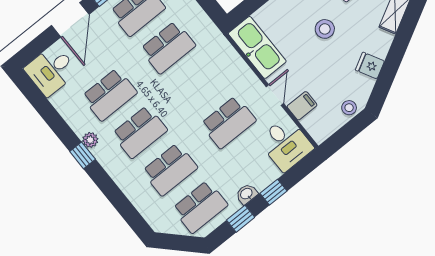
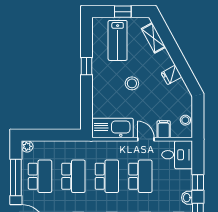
school desk: (198, 85) -> (107, 176), added
stool: (349, 108) -> (185, 120), moved

